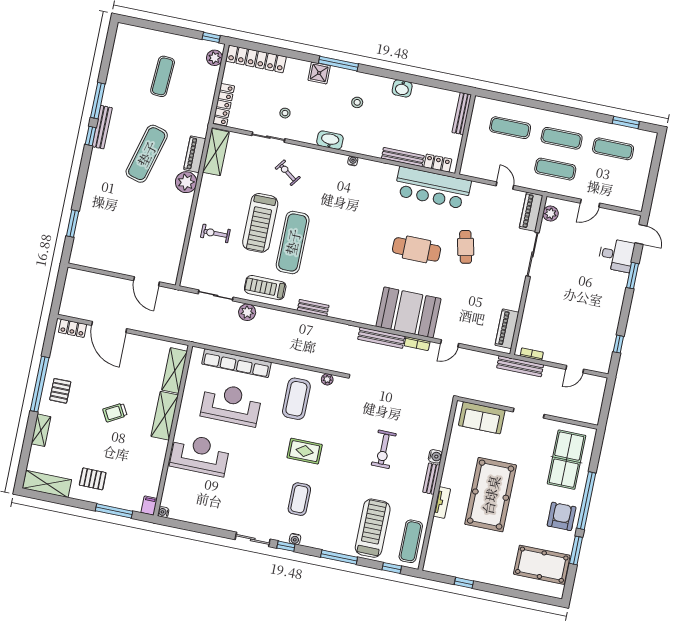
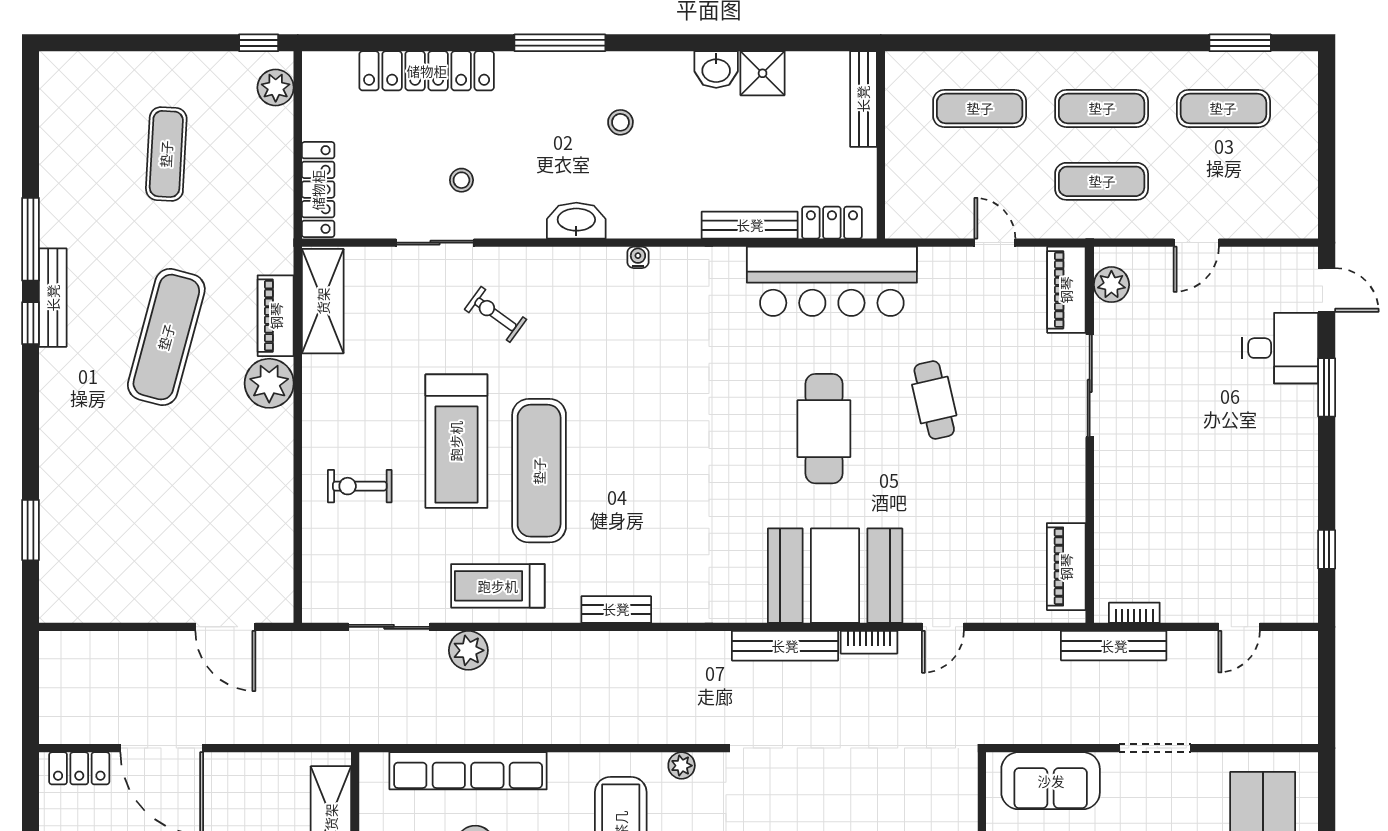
locker: (256, 59) -> (427, 71), moved
shower: (319, 73) -> (763, 73), moved
cafe table: (417, 249) -> (824, 429), turned 90

